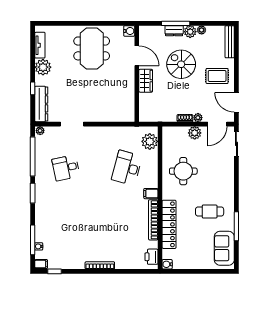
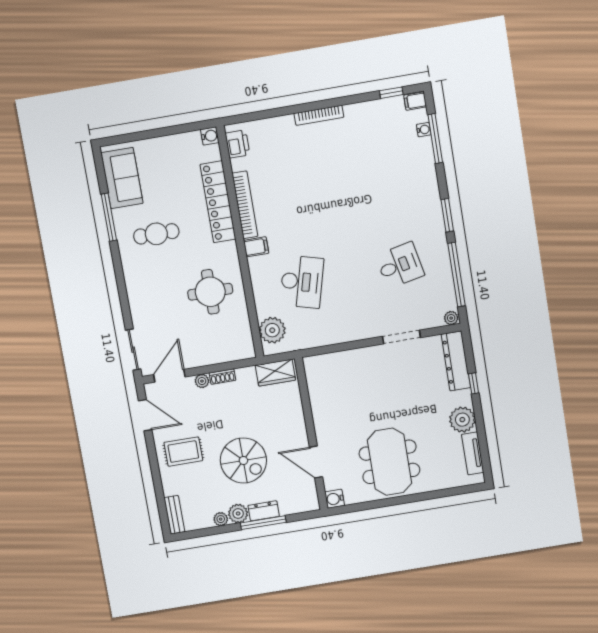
bench: (230, 42) -> (174, 515), width x0.73
wardrobe: (146, 81) -> (275, 373), moved, turned -90
plant: (195, 133) -> (203, 356), removed

